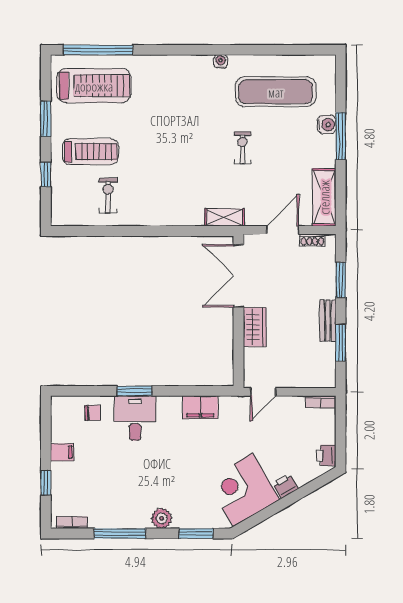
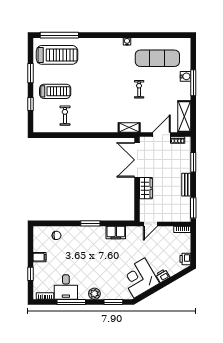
window: (341, 342) -> (193, 208), moved
window: (135, 391) -> (90, 223), moved
desk: (135, 418) -> (66, 287), moved, turned 180

